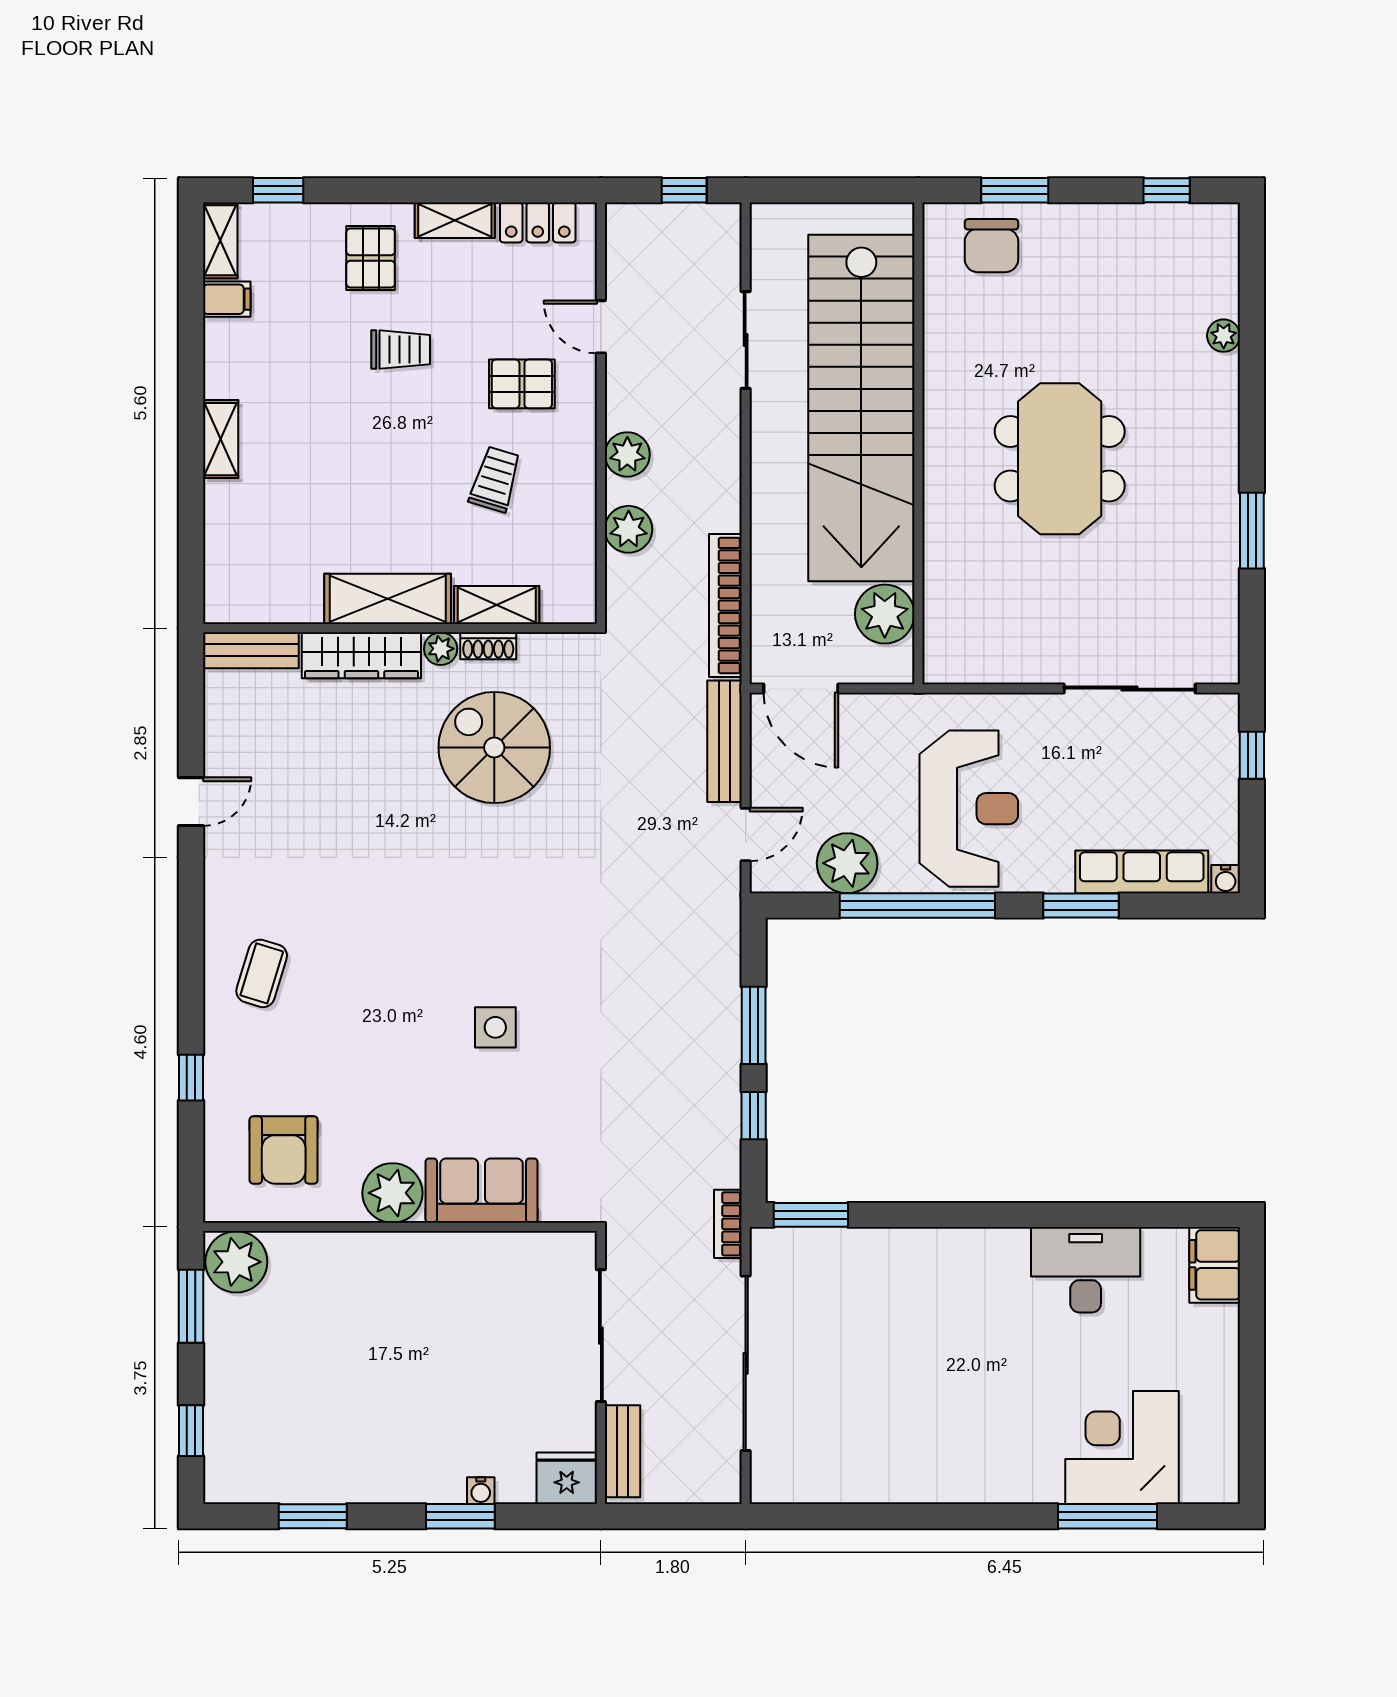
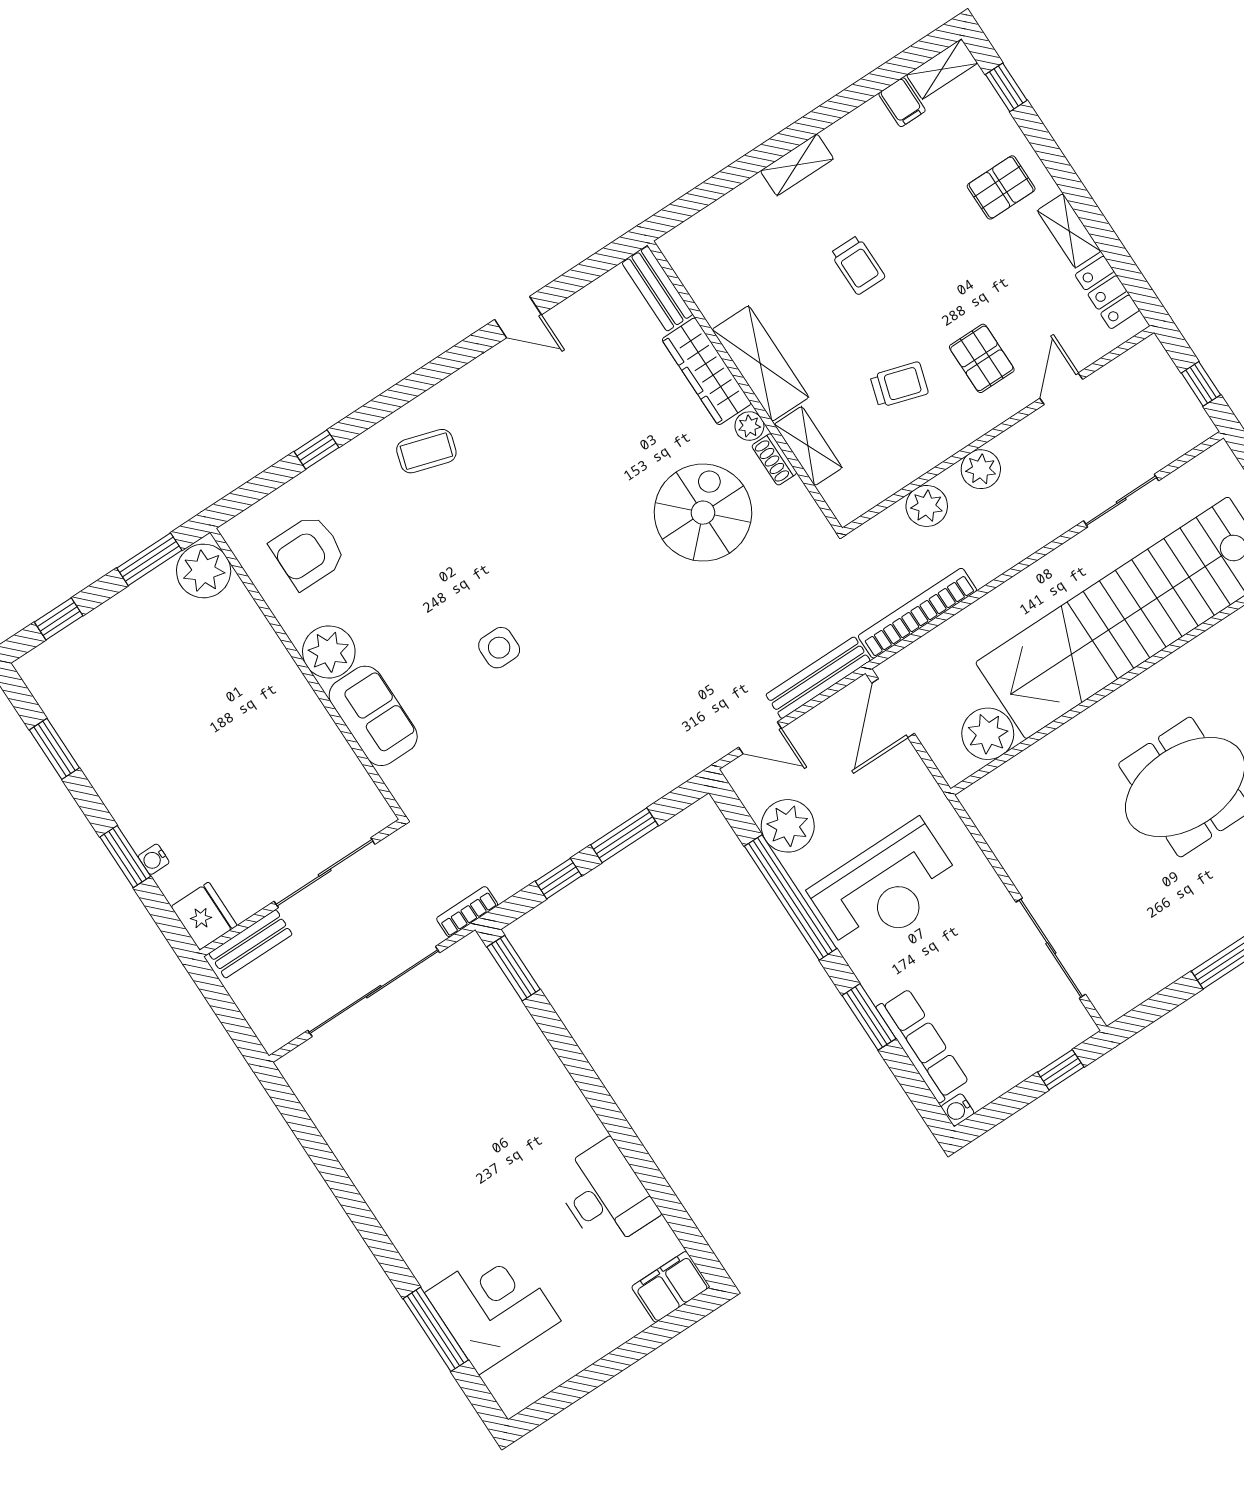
trolley: (401, 350) -> (858, 265), moved

